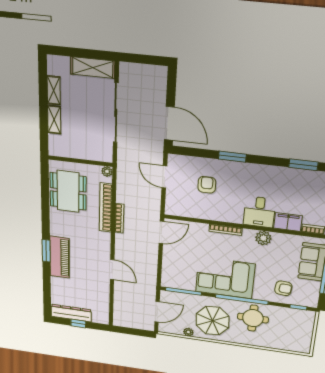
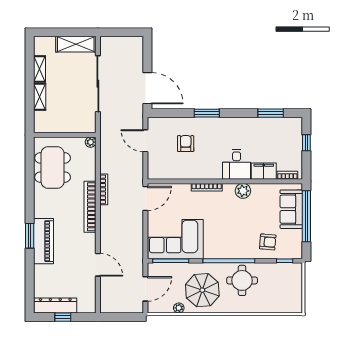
bookcase: (106, 208) -> (90, 207), moved
door: (112, 270) -> (98, 265), moved
corner sofa: (225, 278) -> (175, 239), moved

